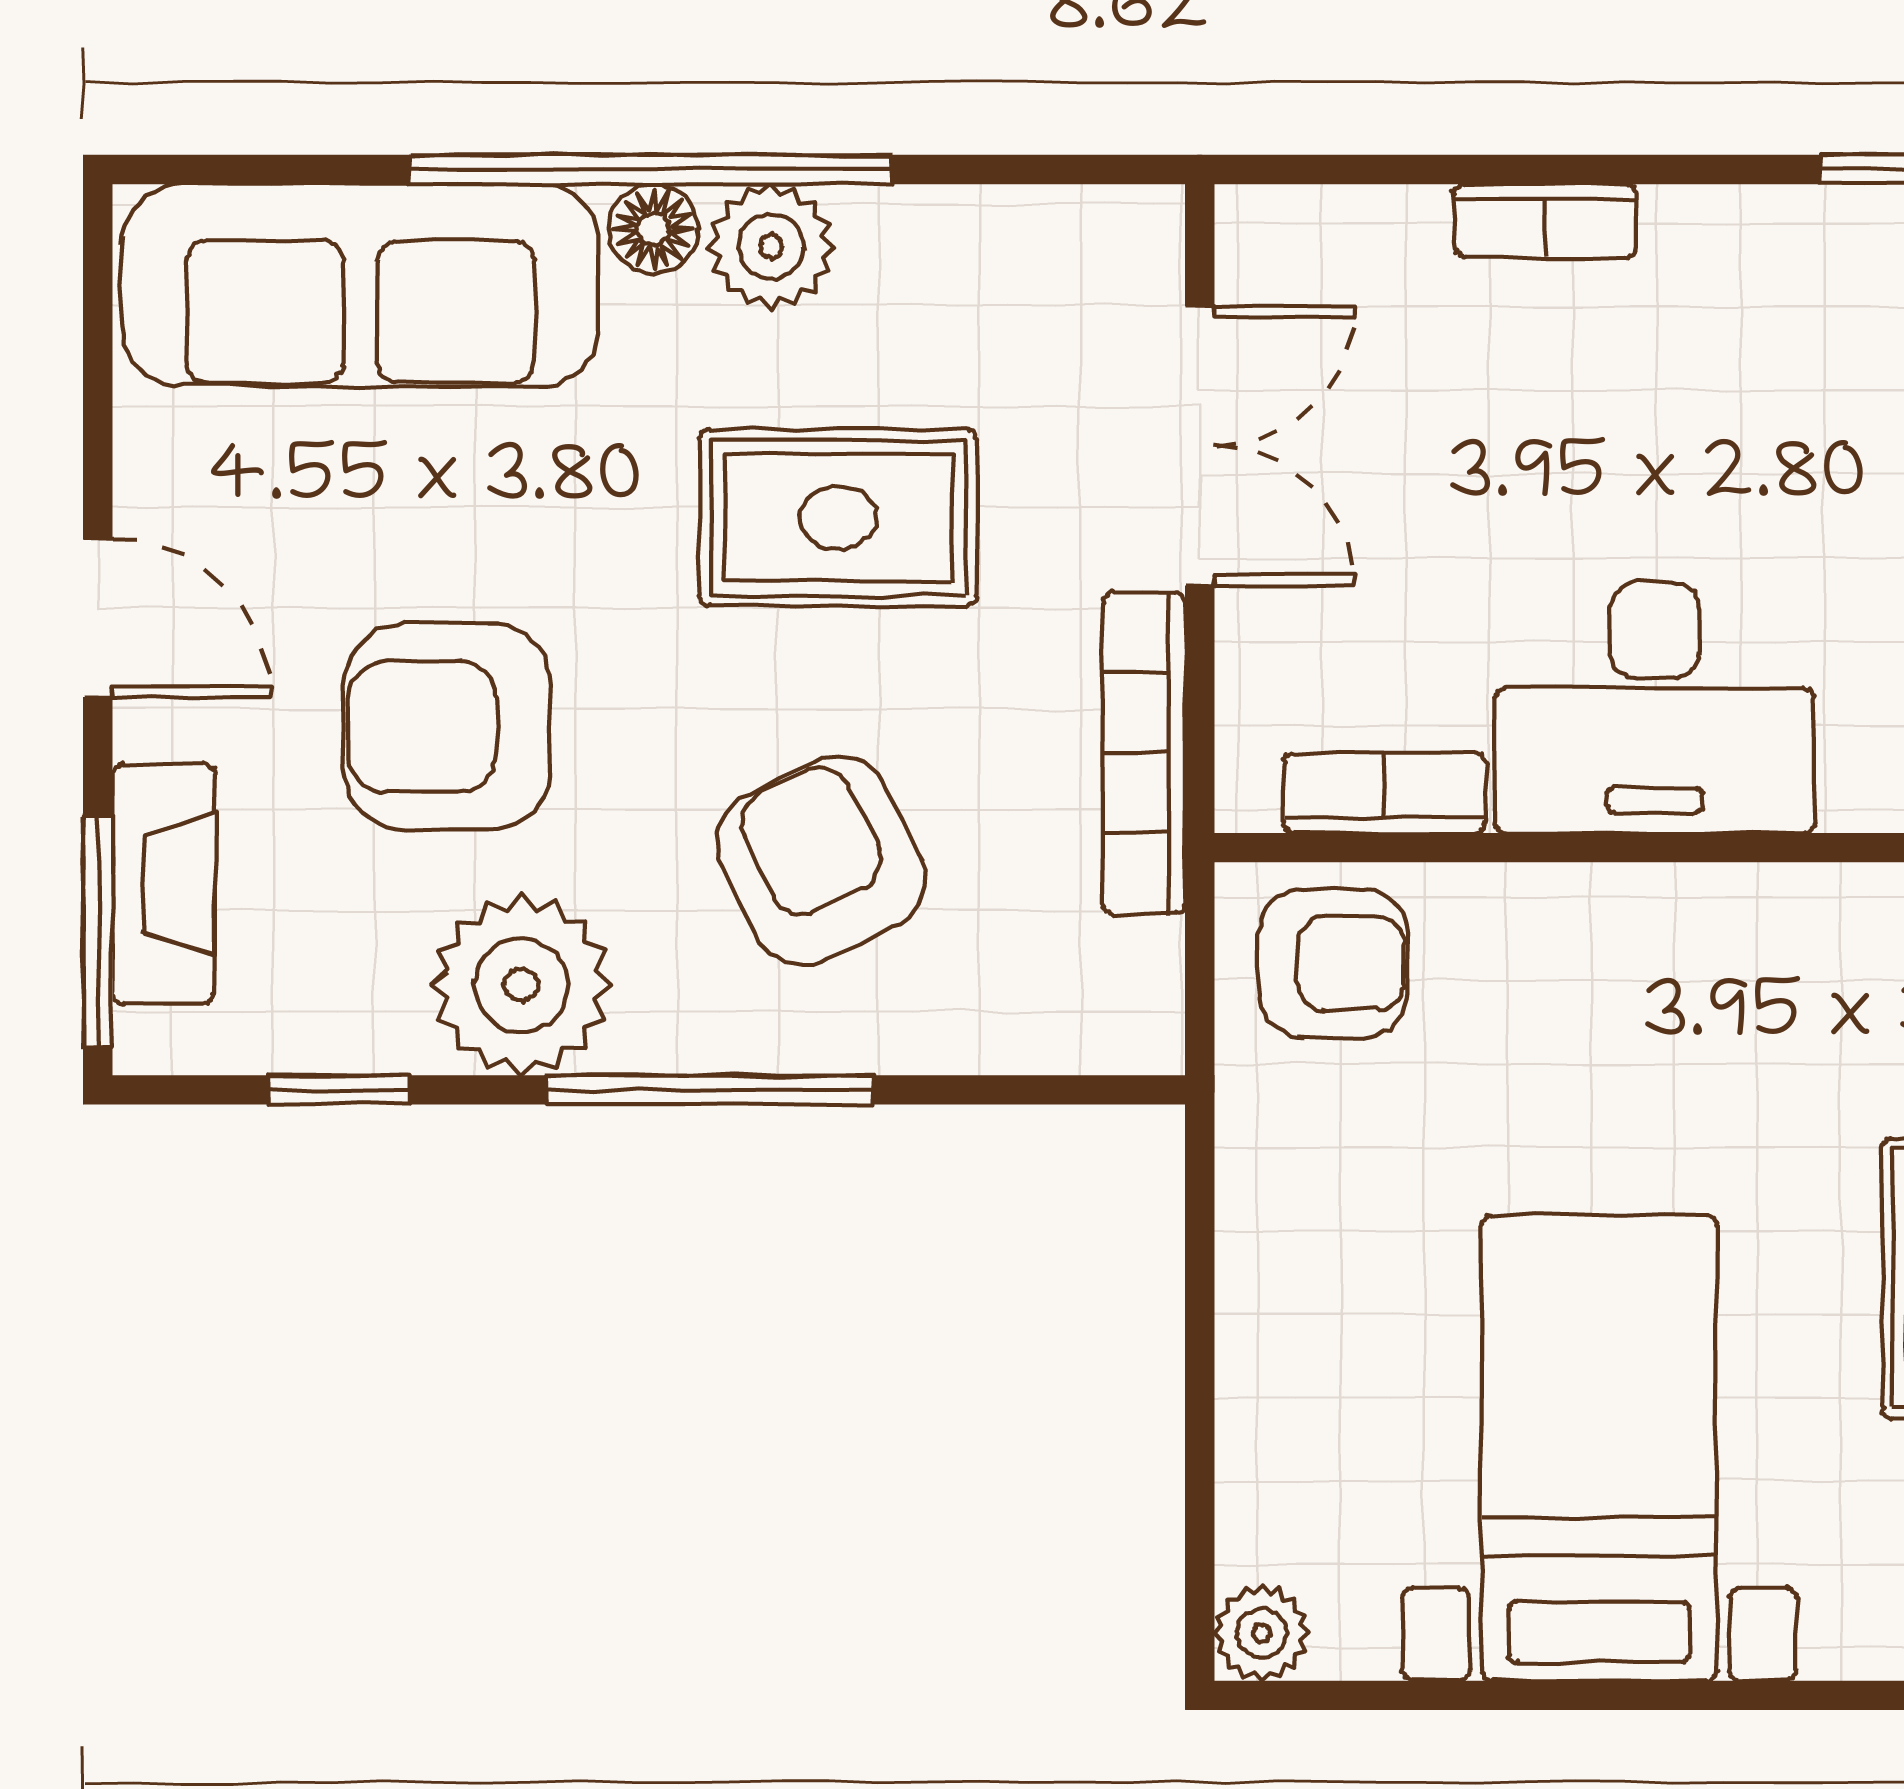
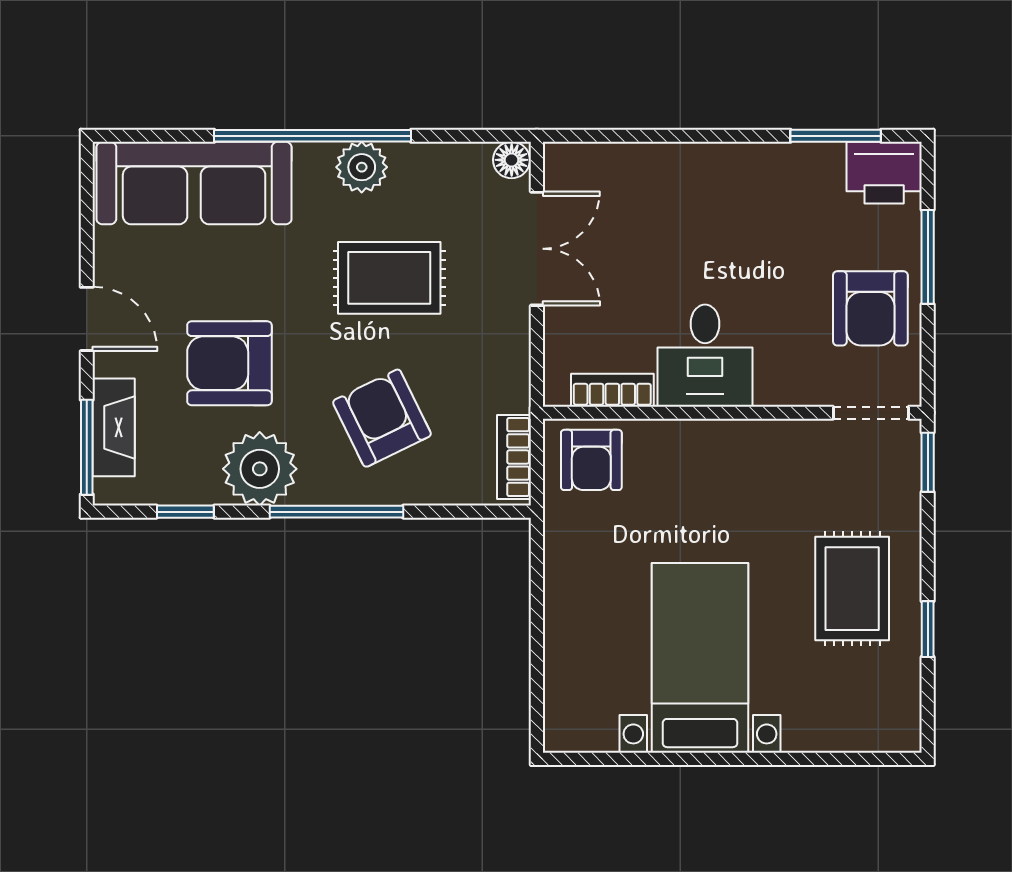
bookcase: (1545, 221) -> (678, 157), removed
floor lamp: (653, 229) -> (512, 160), moved
desk: (1655, 708) -> (705, 356), width x0.73
bookcase: (1144, 753) -> (514, 457), moved, width x0.64
armchair: (1333, 963) -> (591, 460), turned 90
plant: (1262, 1633) -> (562, 734), removed

